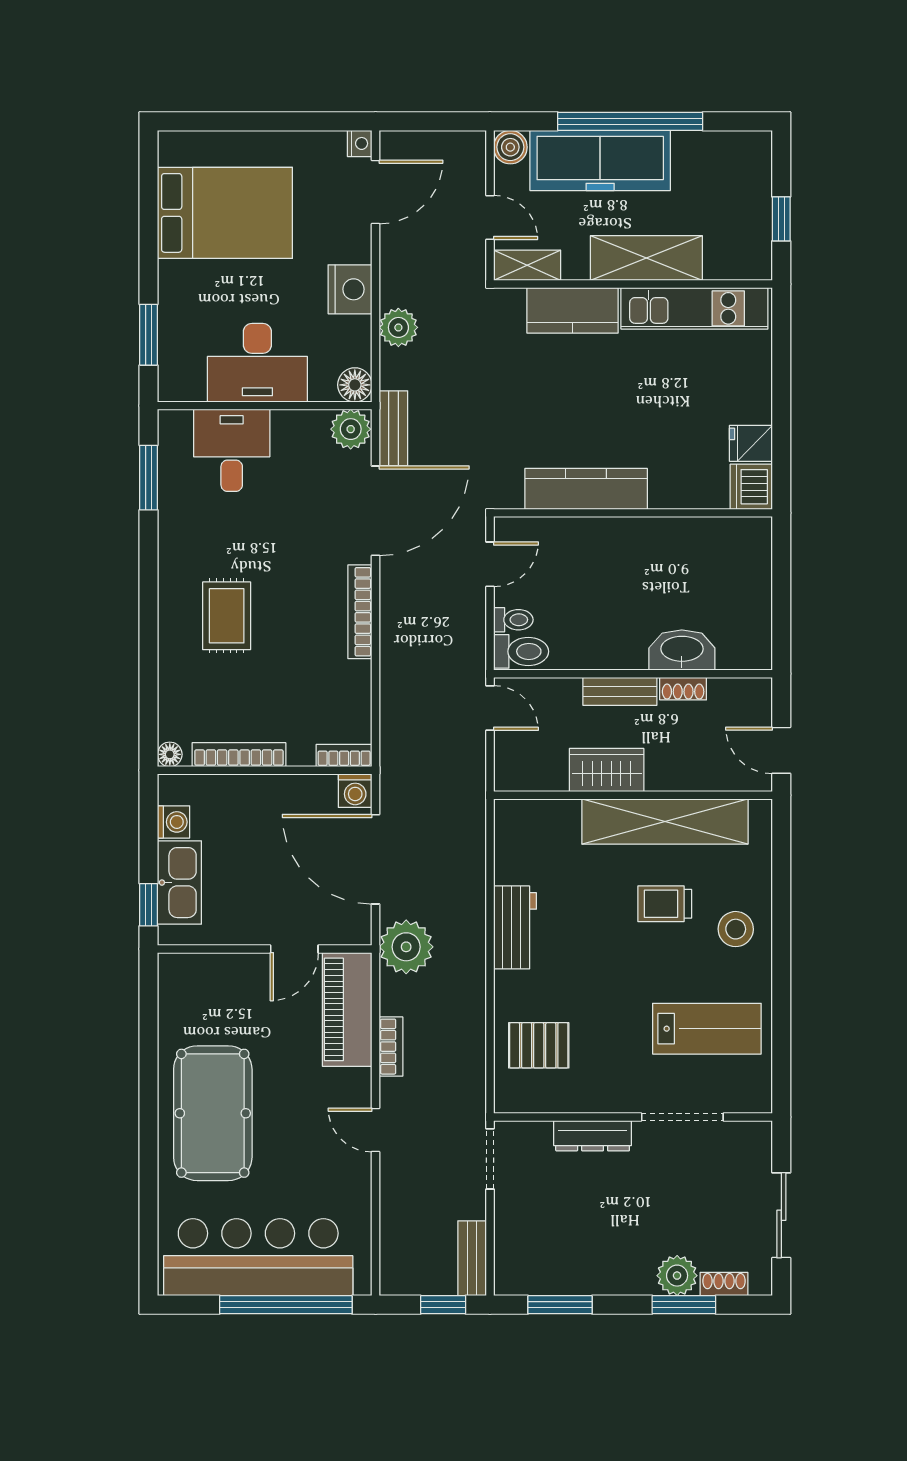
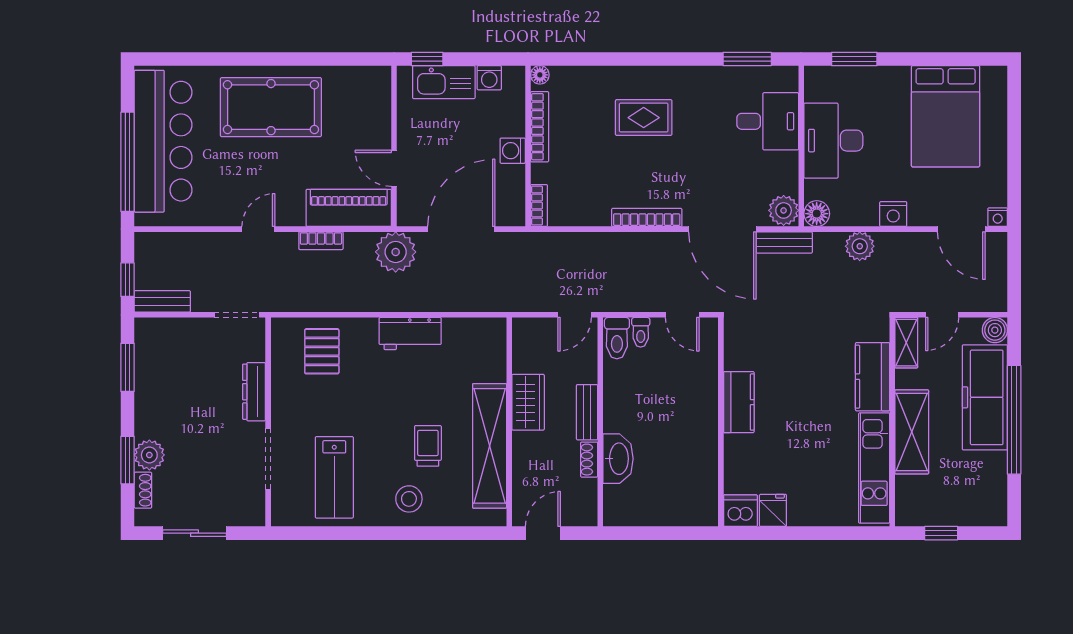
nightstand: (350, 289) -> (893, 214), width x0.74, depth x0.75
kitchen counter: (586, 489) -> (739, 402), width x0.67
washing machine: (355, 791) -> (513, 151), moved

